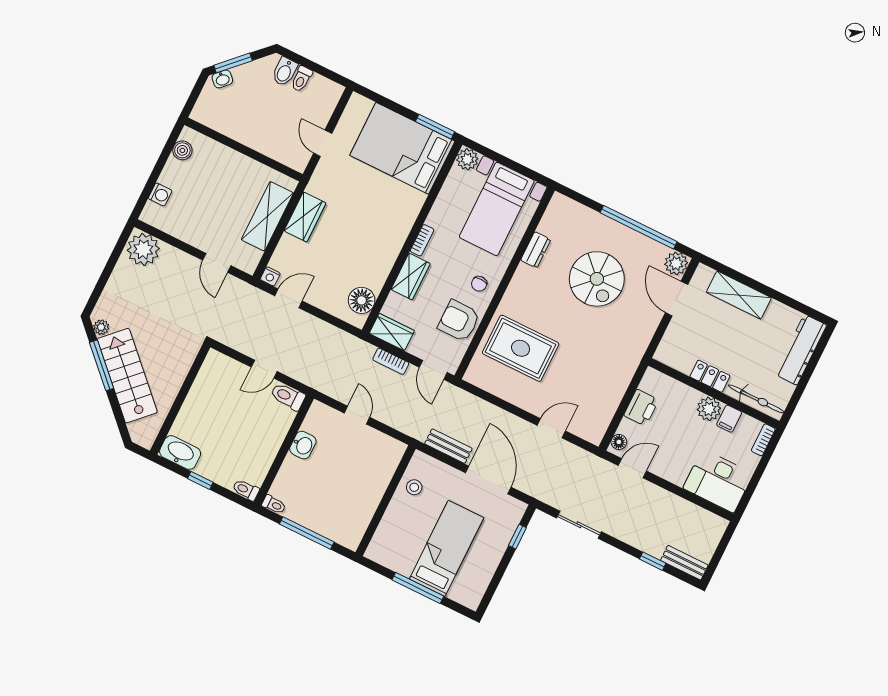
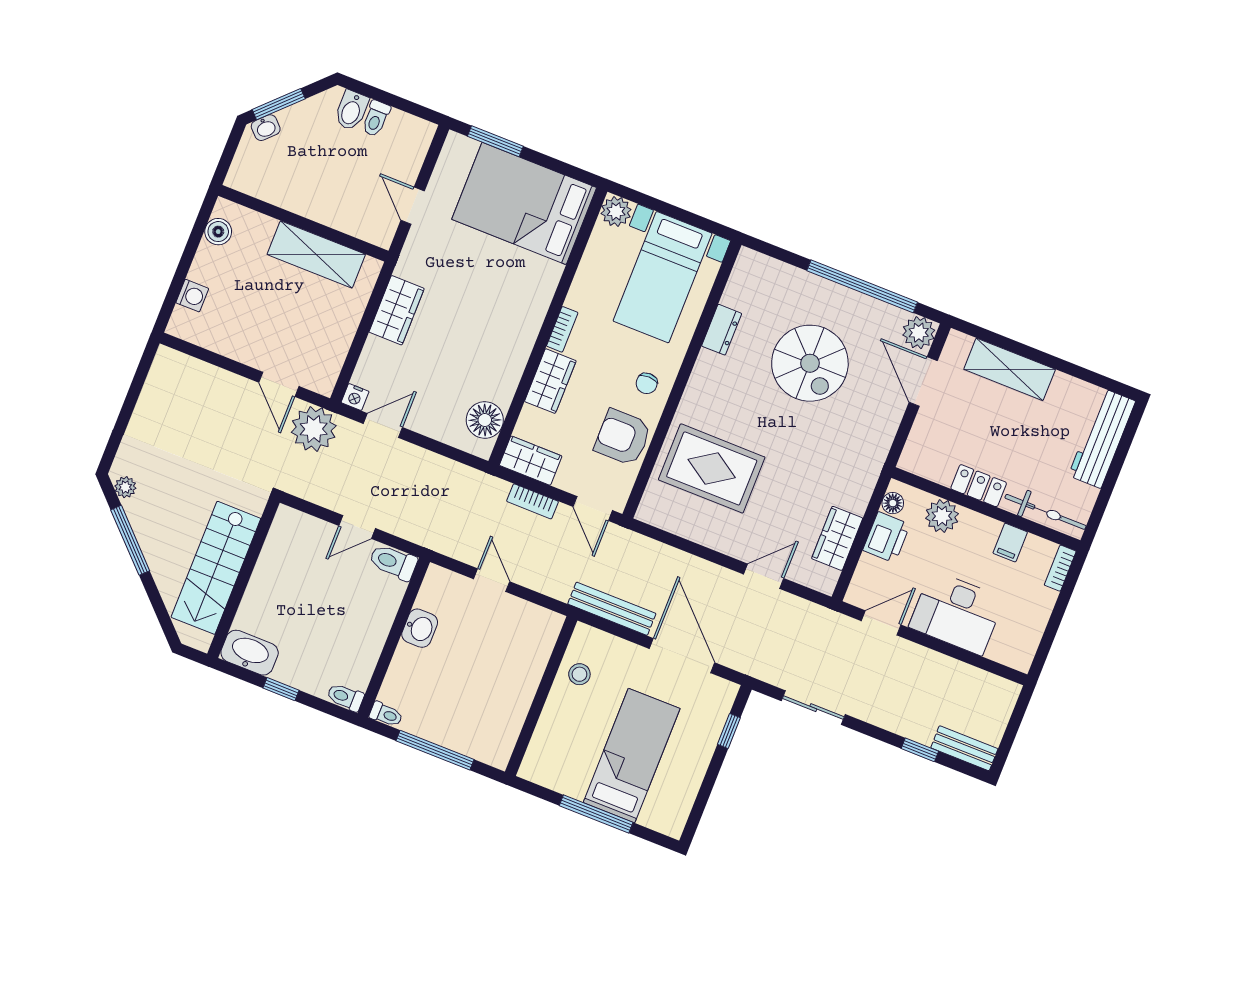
window: (435, 127) -> (495, 141), moved
shelving: (267, 216) -> (316, 254), moved, turned 90
plant: (143, 249) -> (314, 429), moved
stairs: (127, 376) -> (216, 568), moved, turned -135
wardrobe: (606, 405) -> (837, 538), added
plant: (709, 409) -> (942, 516), moved
floor lamp: (619, 442) -> (893, 503), moved
bench: (448, 446) -> (612, 609), width x1.36
desk: (718, 481) -> (957, 613), moved

